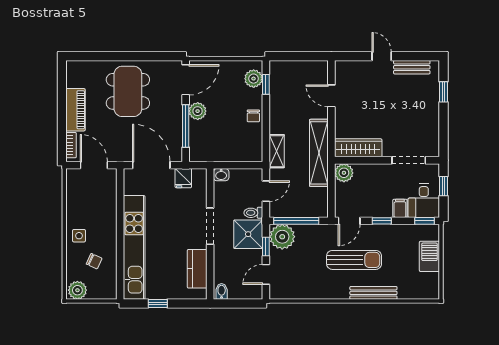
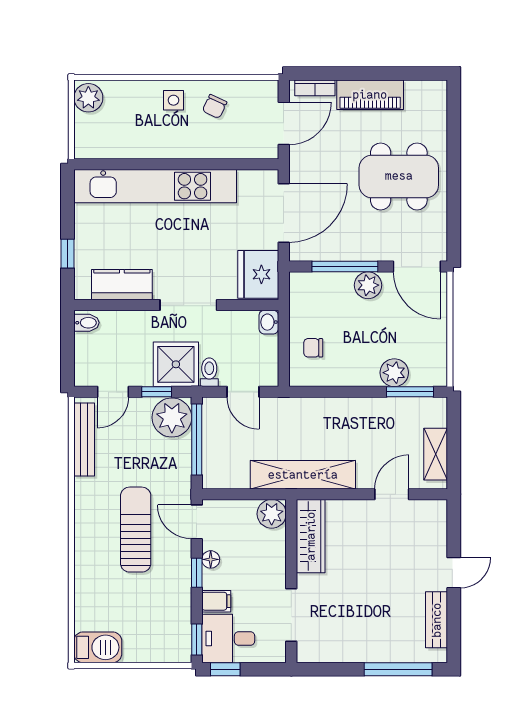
plant: (254, 79) -> (394, 373), moved
window: (266, 84) -> (410, 392), width x1.50
window: (444, 92) -> (398, 669), width x2.17
chair: (253, 116) -> (313, 348), moved
shelving: (277, 151) -> (436, 454), moved, turned 90
fridge: (183, 178) -> (258, 274), width x1.88, depth x1.34
window: (444, 186) -> (225, 669), moved
floor lamp: (373, 212) -> (211, 559), added
barbecue: (429, 256) -> (98, 647), moved
sun lounger: (354, 260) -> (136, 530), turned 180
chair: (94, 261) -> (215, 106), moved
door: (266, 274) -> (113, 392), swing flipped
bench: (373, 293) -> (84, 439), moved
window: (158, 304) -> (68, 254), moved

